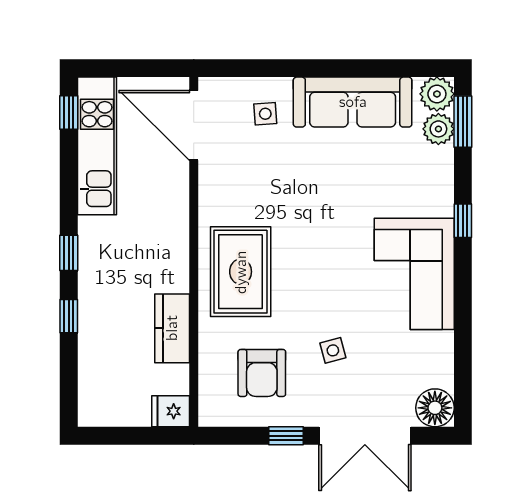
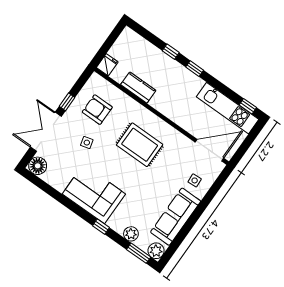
plant: (438, 129) -> (131, 234), moved
rug: (241, 272) -> (140, 145), moved

